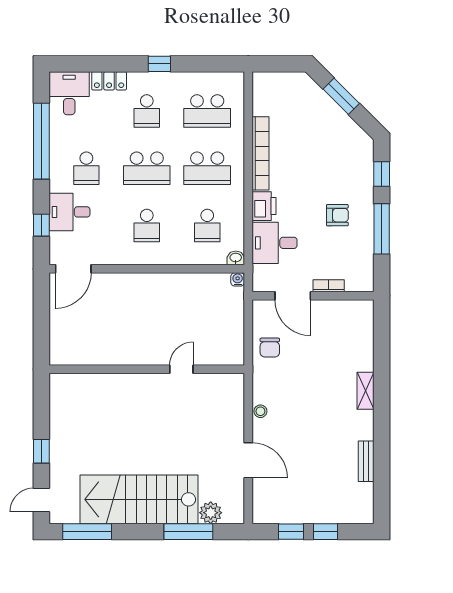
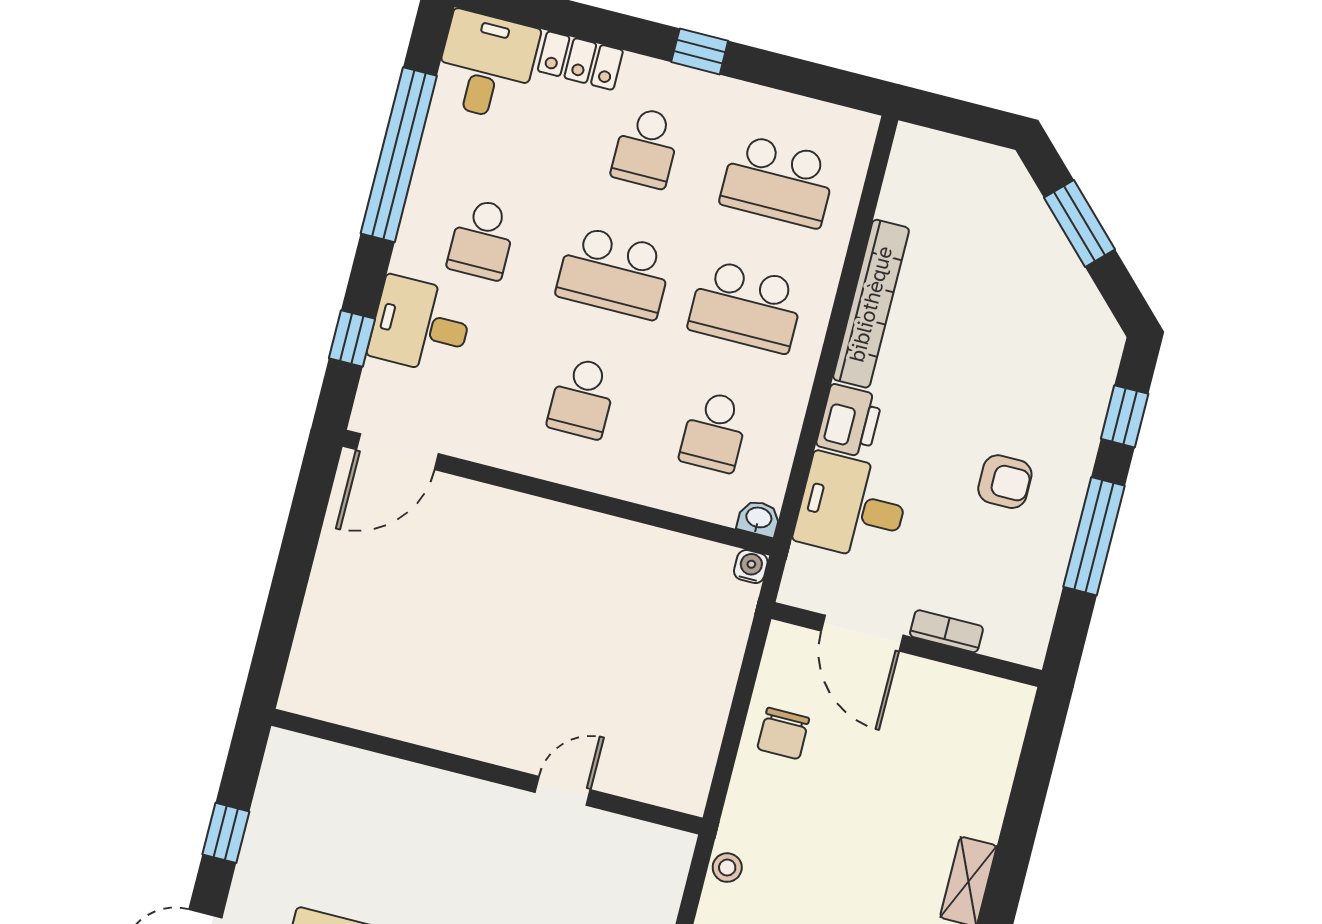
wall: (147, 369) -> (487, 772), moved
door: (181, 369) -> (563, 791), moved

